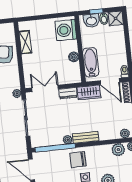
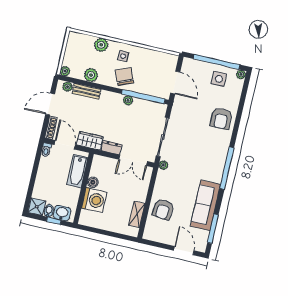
washing machine: (66, 30) -> (94, 200), moved
bench: (86, 137) -> (87, 91), moved
plant: (118, 150) -> (91, 75), moved
chair: (78, 160) -> (125, 76), turned -112

